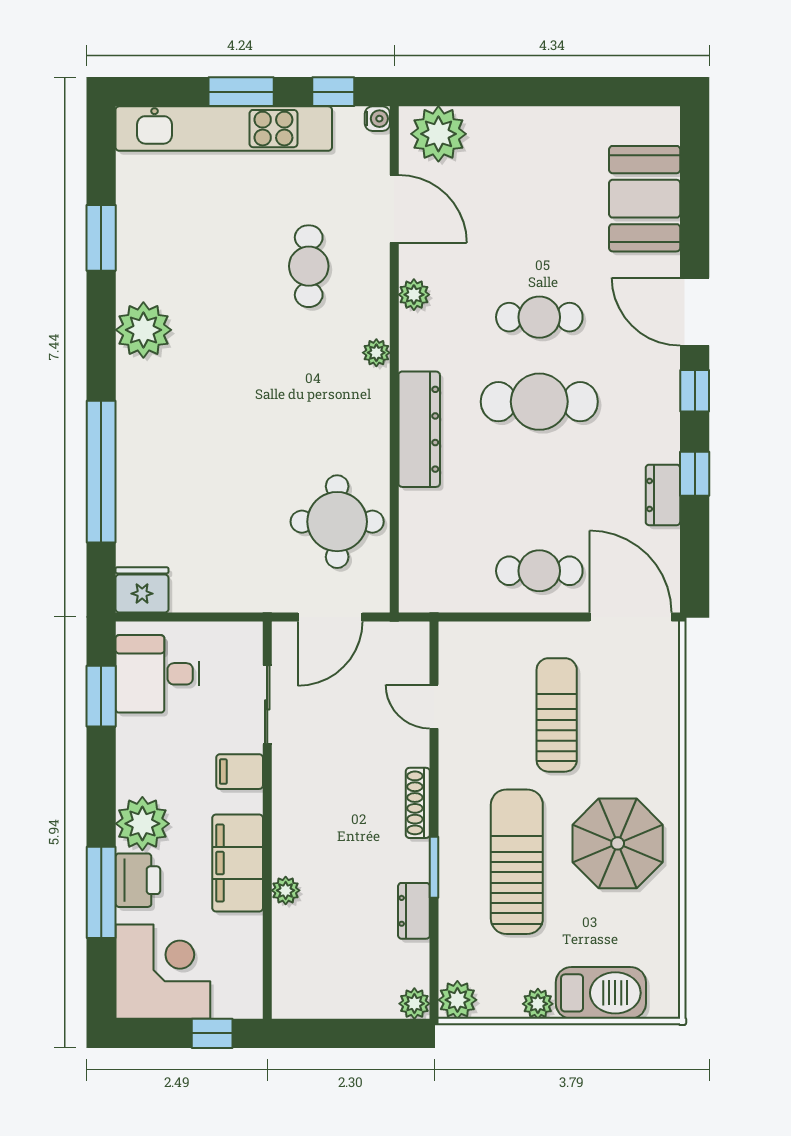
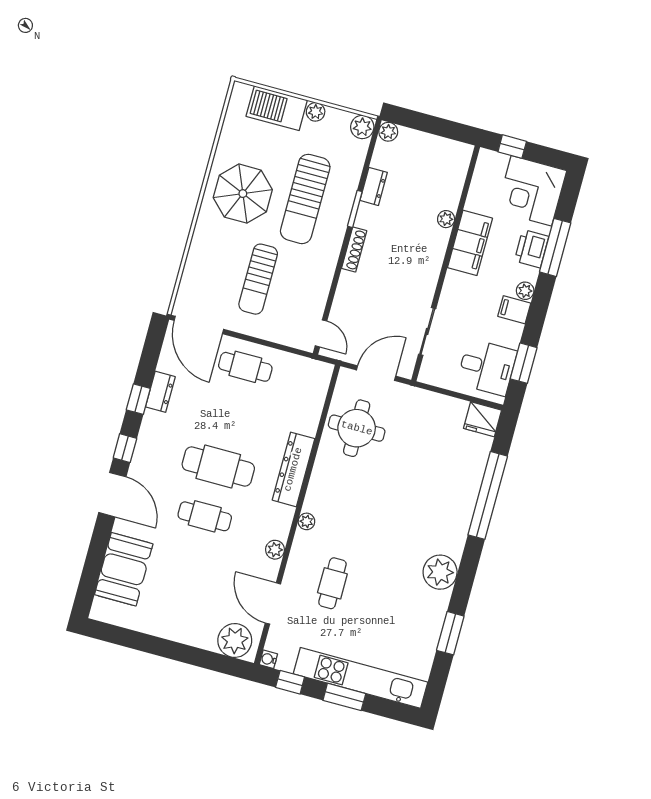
door: (434, 707) -> (321, 333), moved
filing cabinet: (240, 772) -> (514, 310), moved, turned 180
plant: (142, 824) -> (525, 291), width x0.53, depth x0.53

